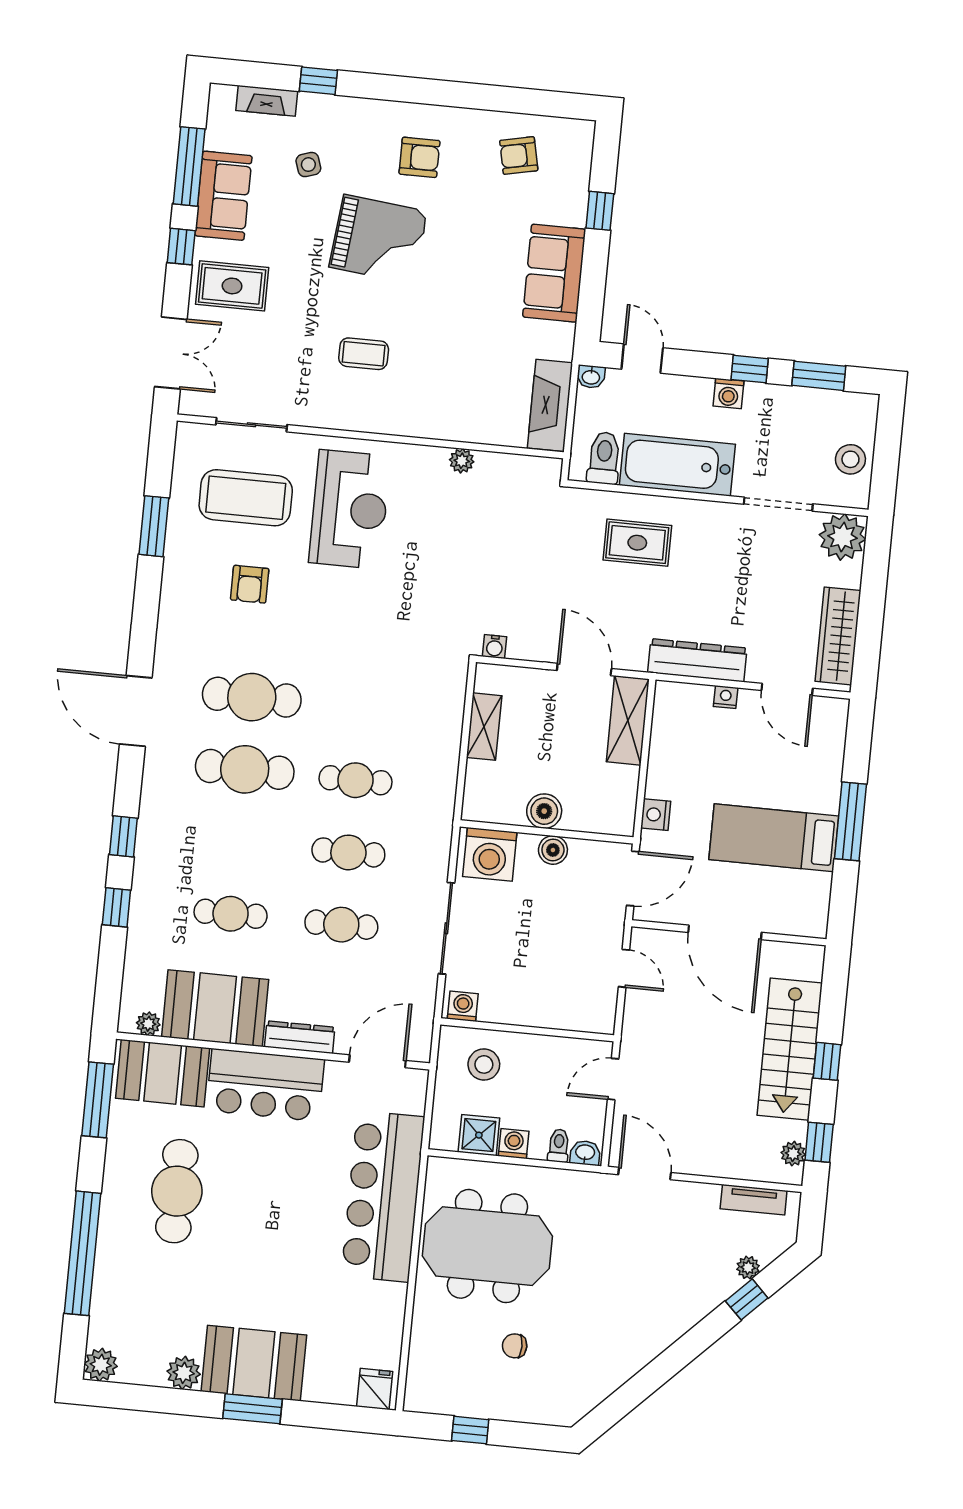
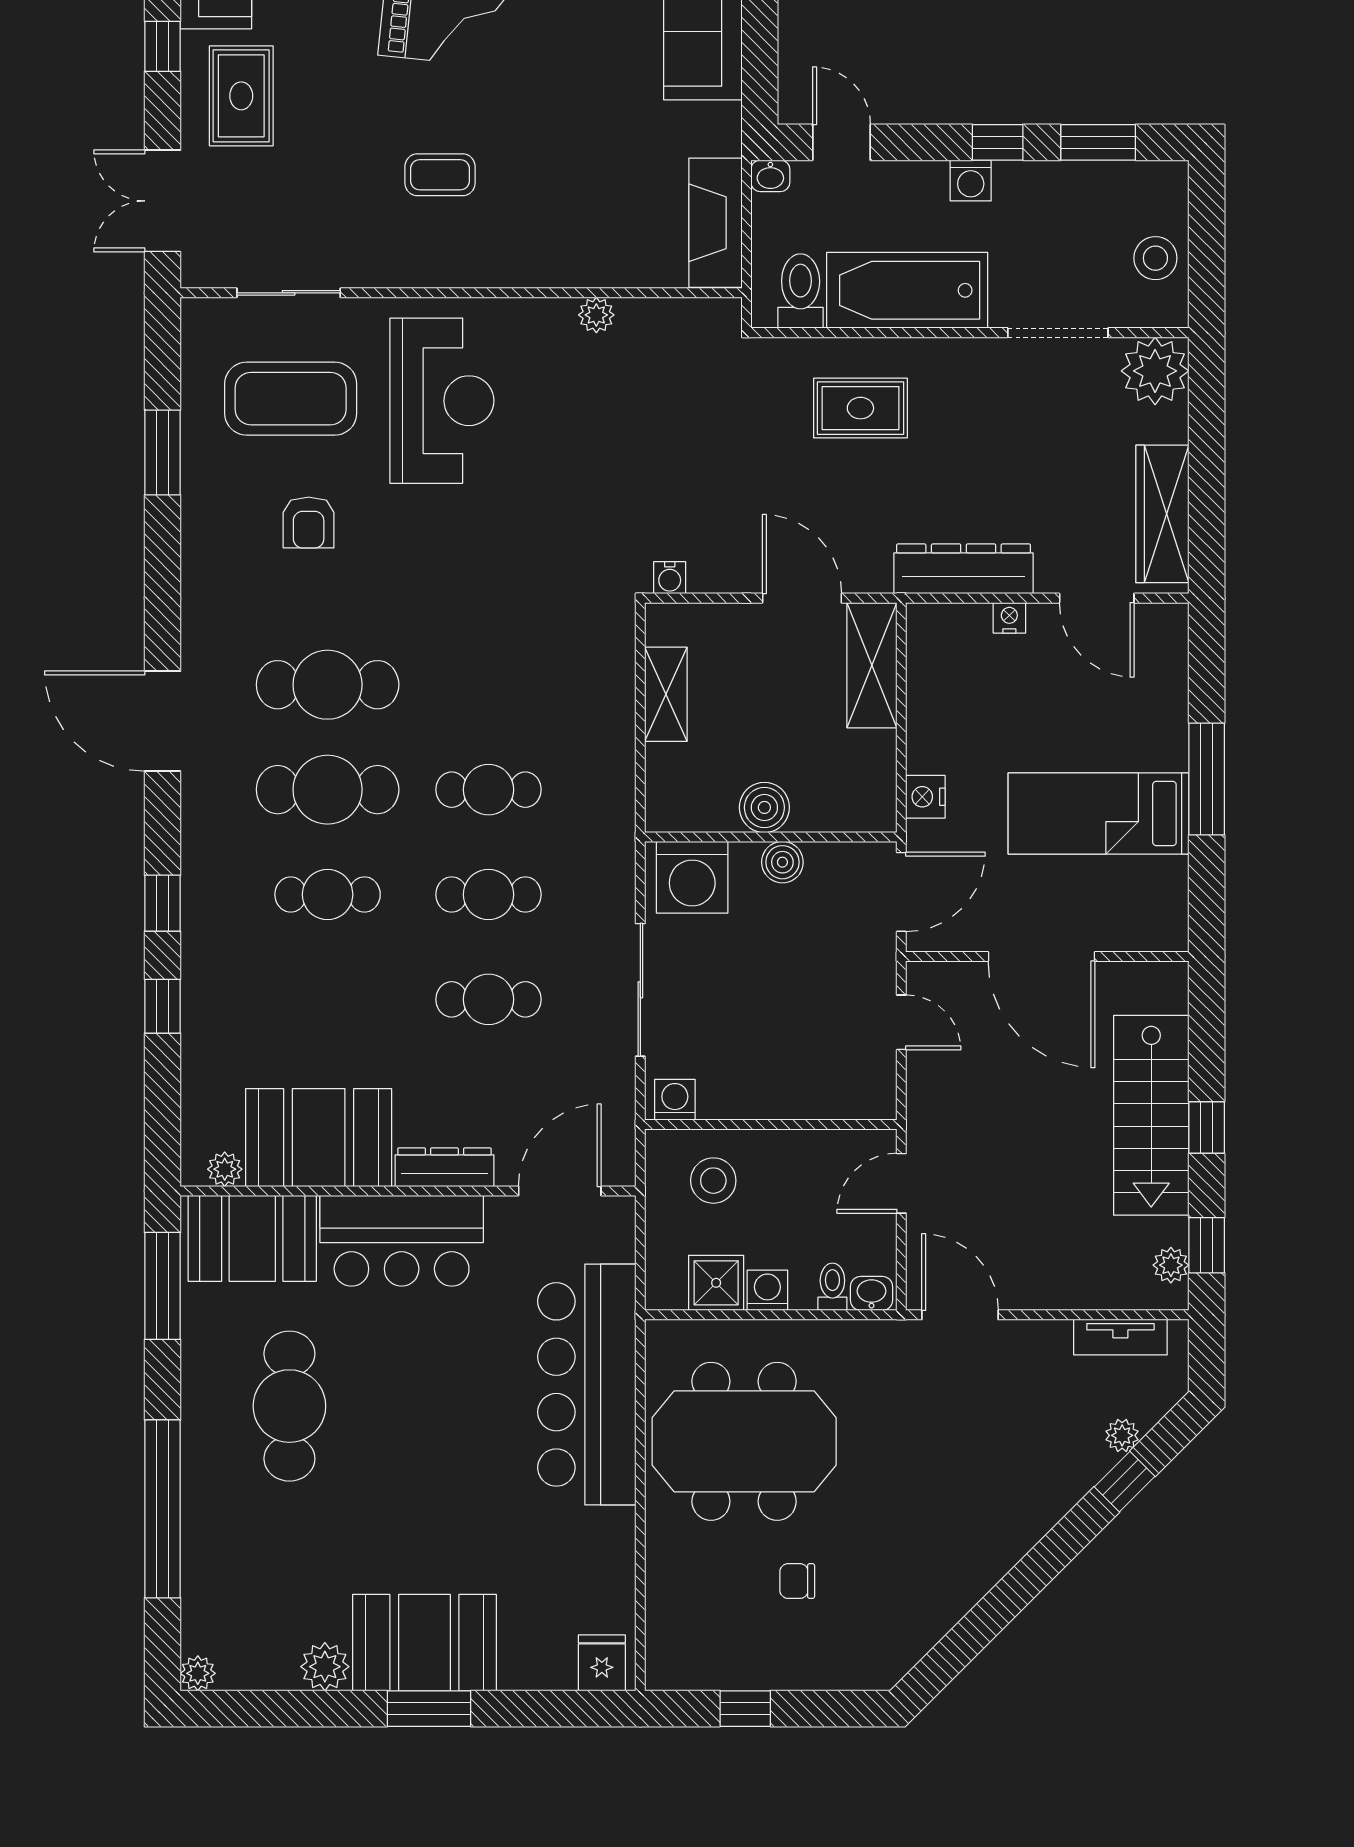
rug: (232, 286) -> (241, 96), turned 90
double door: (171, 353) -> (162, 201), swing flipped
cafe table: (231, 914) -> (328, 895), moved
plant: (101, 1365) -> (198, 1673), width x0.73, depth x0.73

